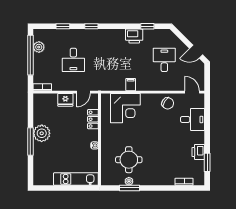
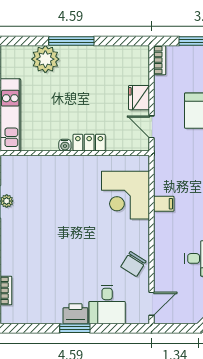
locker: (93, 119) -> (89, 143), moved
plant: (42, 133) -> (45, 59), moved
printer: (198, 152) -> (75, 314), moved
round table: (129, 160) -> (42, 201), removed
window: (207, 162) -> (75, 328), moved

